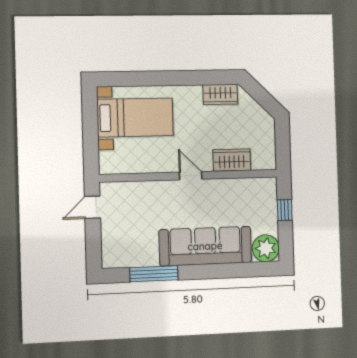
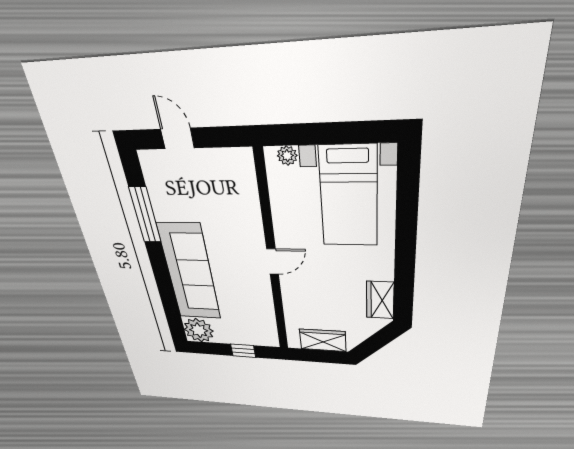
plant: (105, 158) -> (287, 156), added
wardrobe: (232, 160) -> (323, 340), moved, turned -90
door: (92, 207) -> (177, 138), moved

